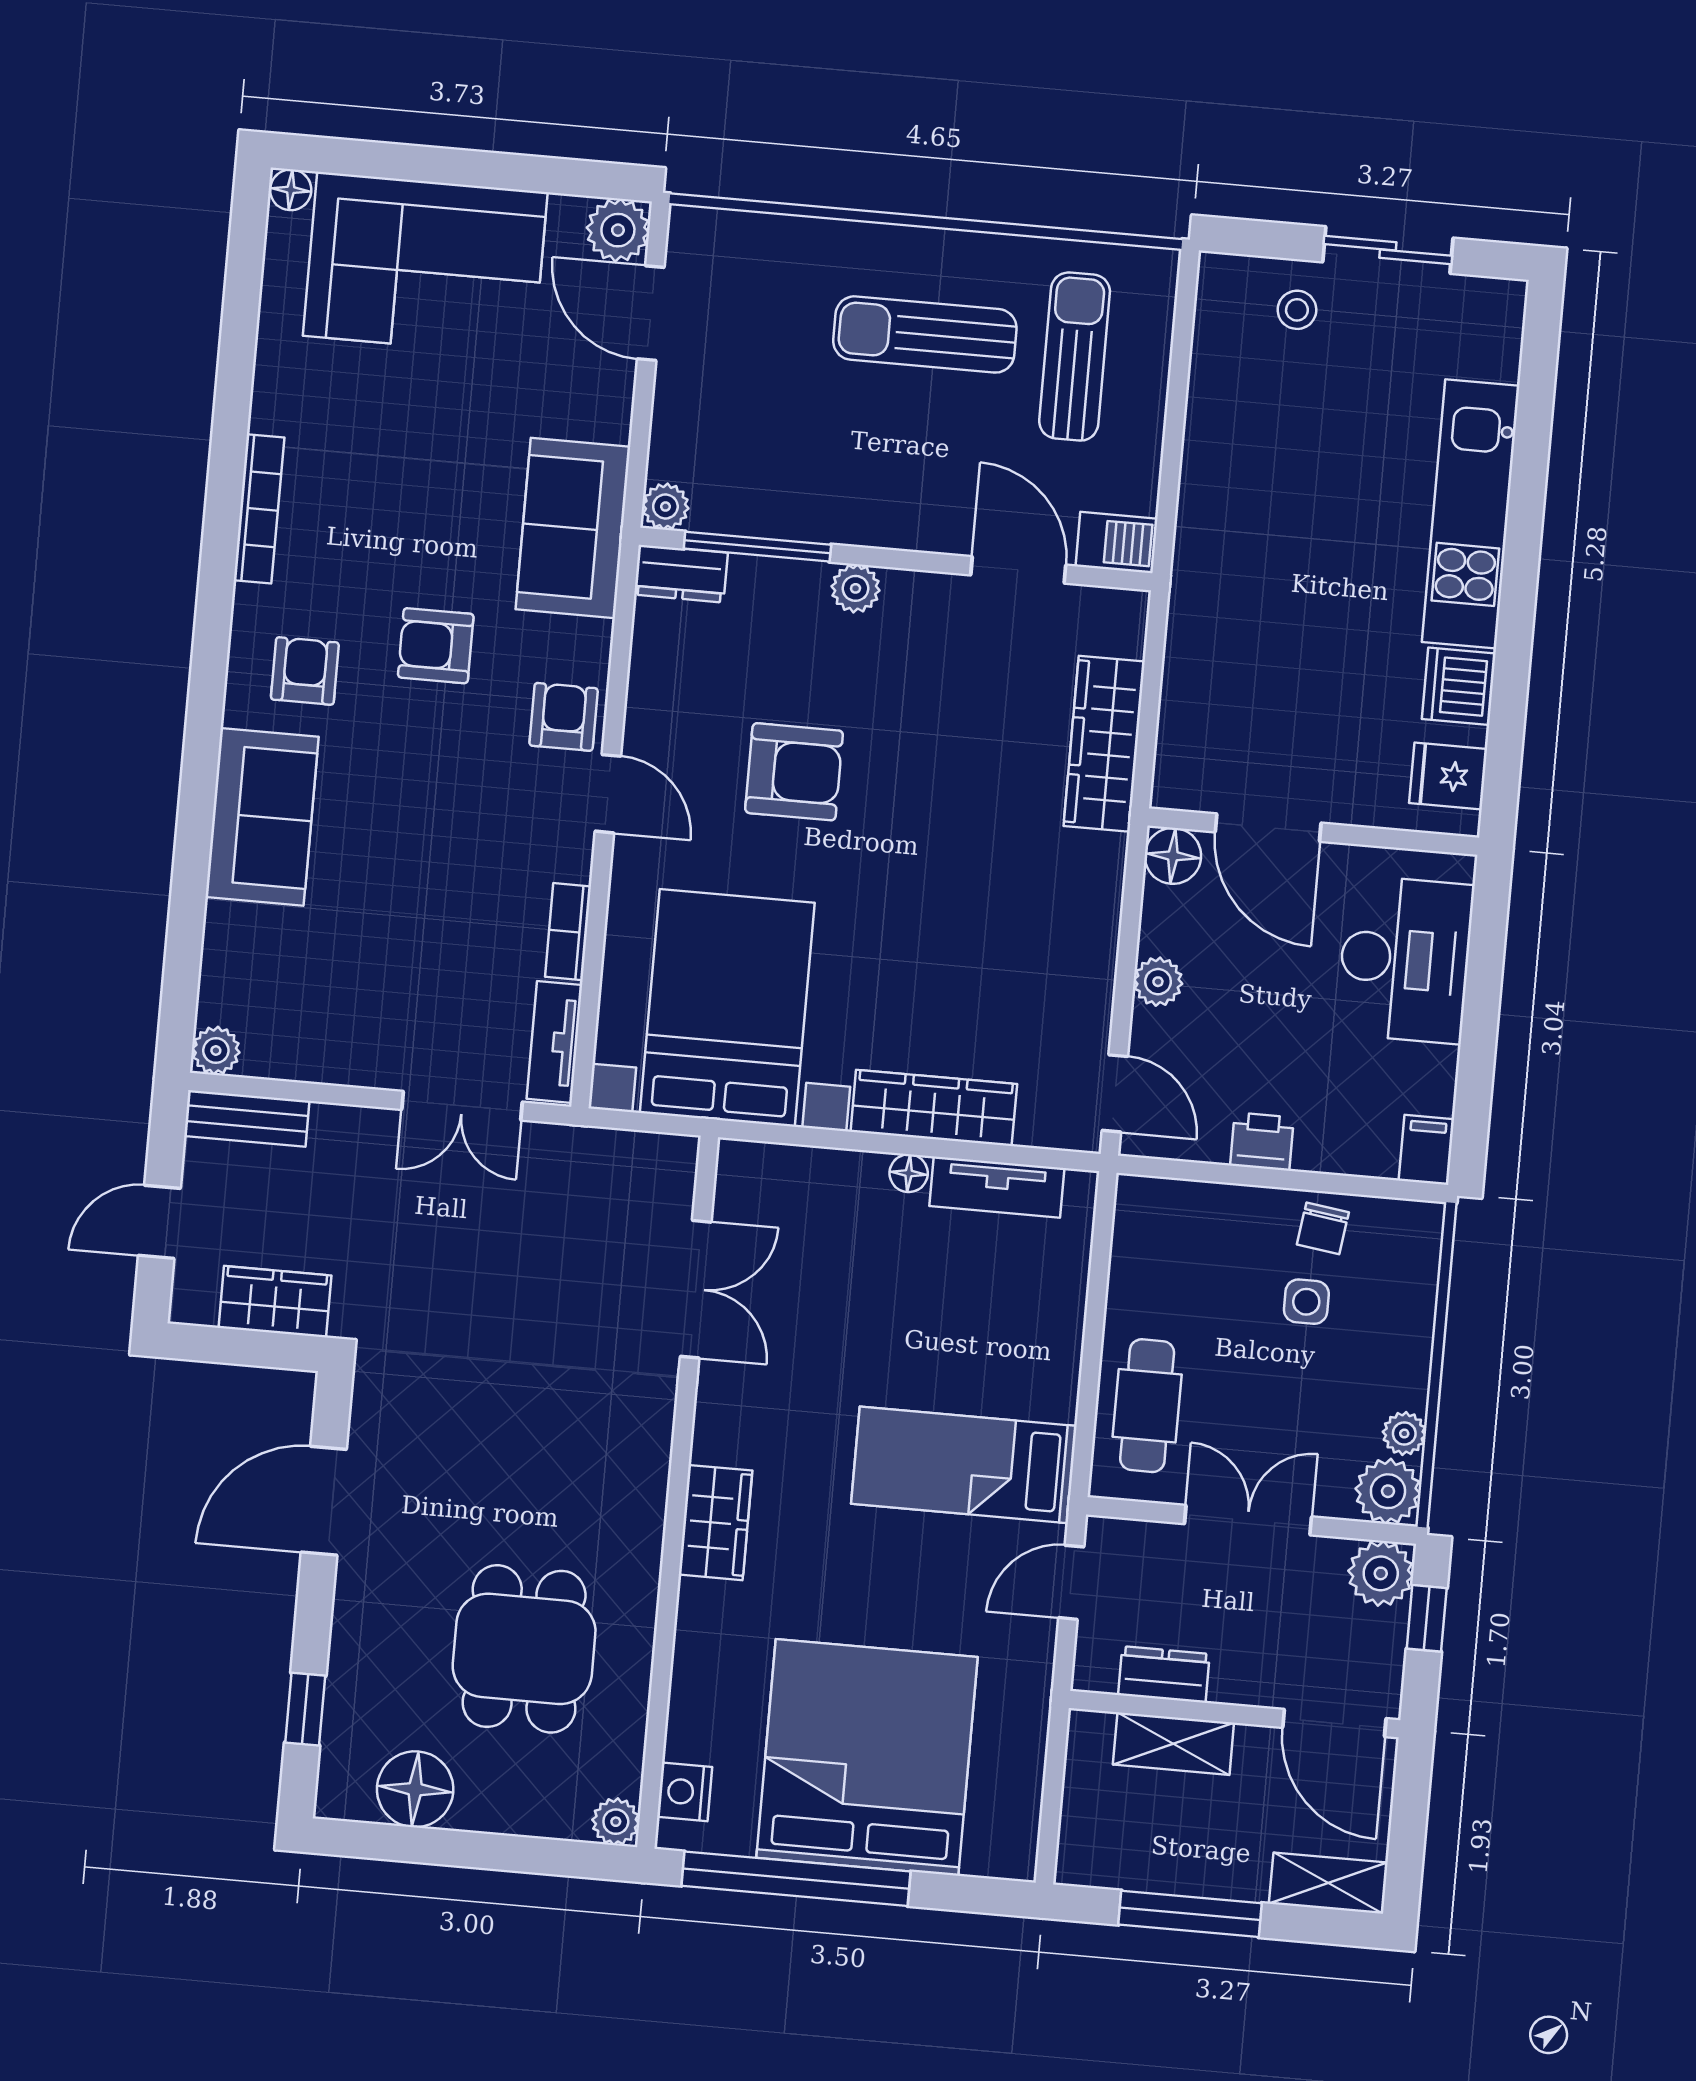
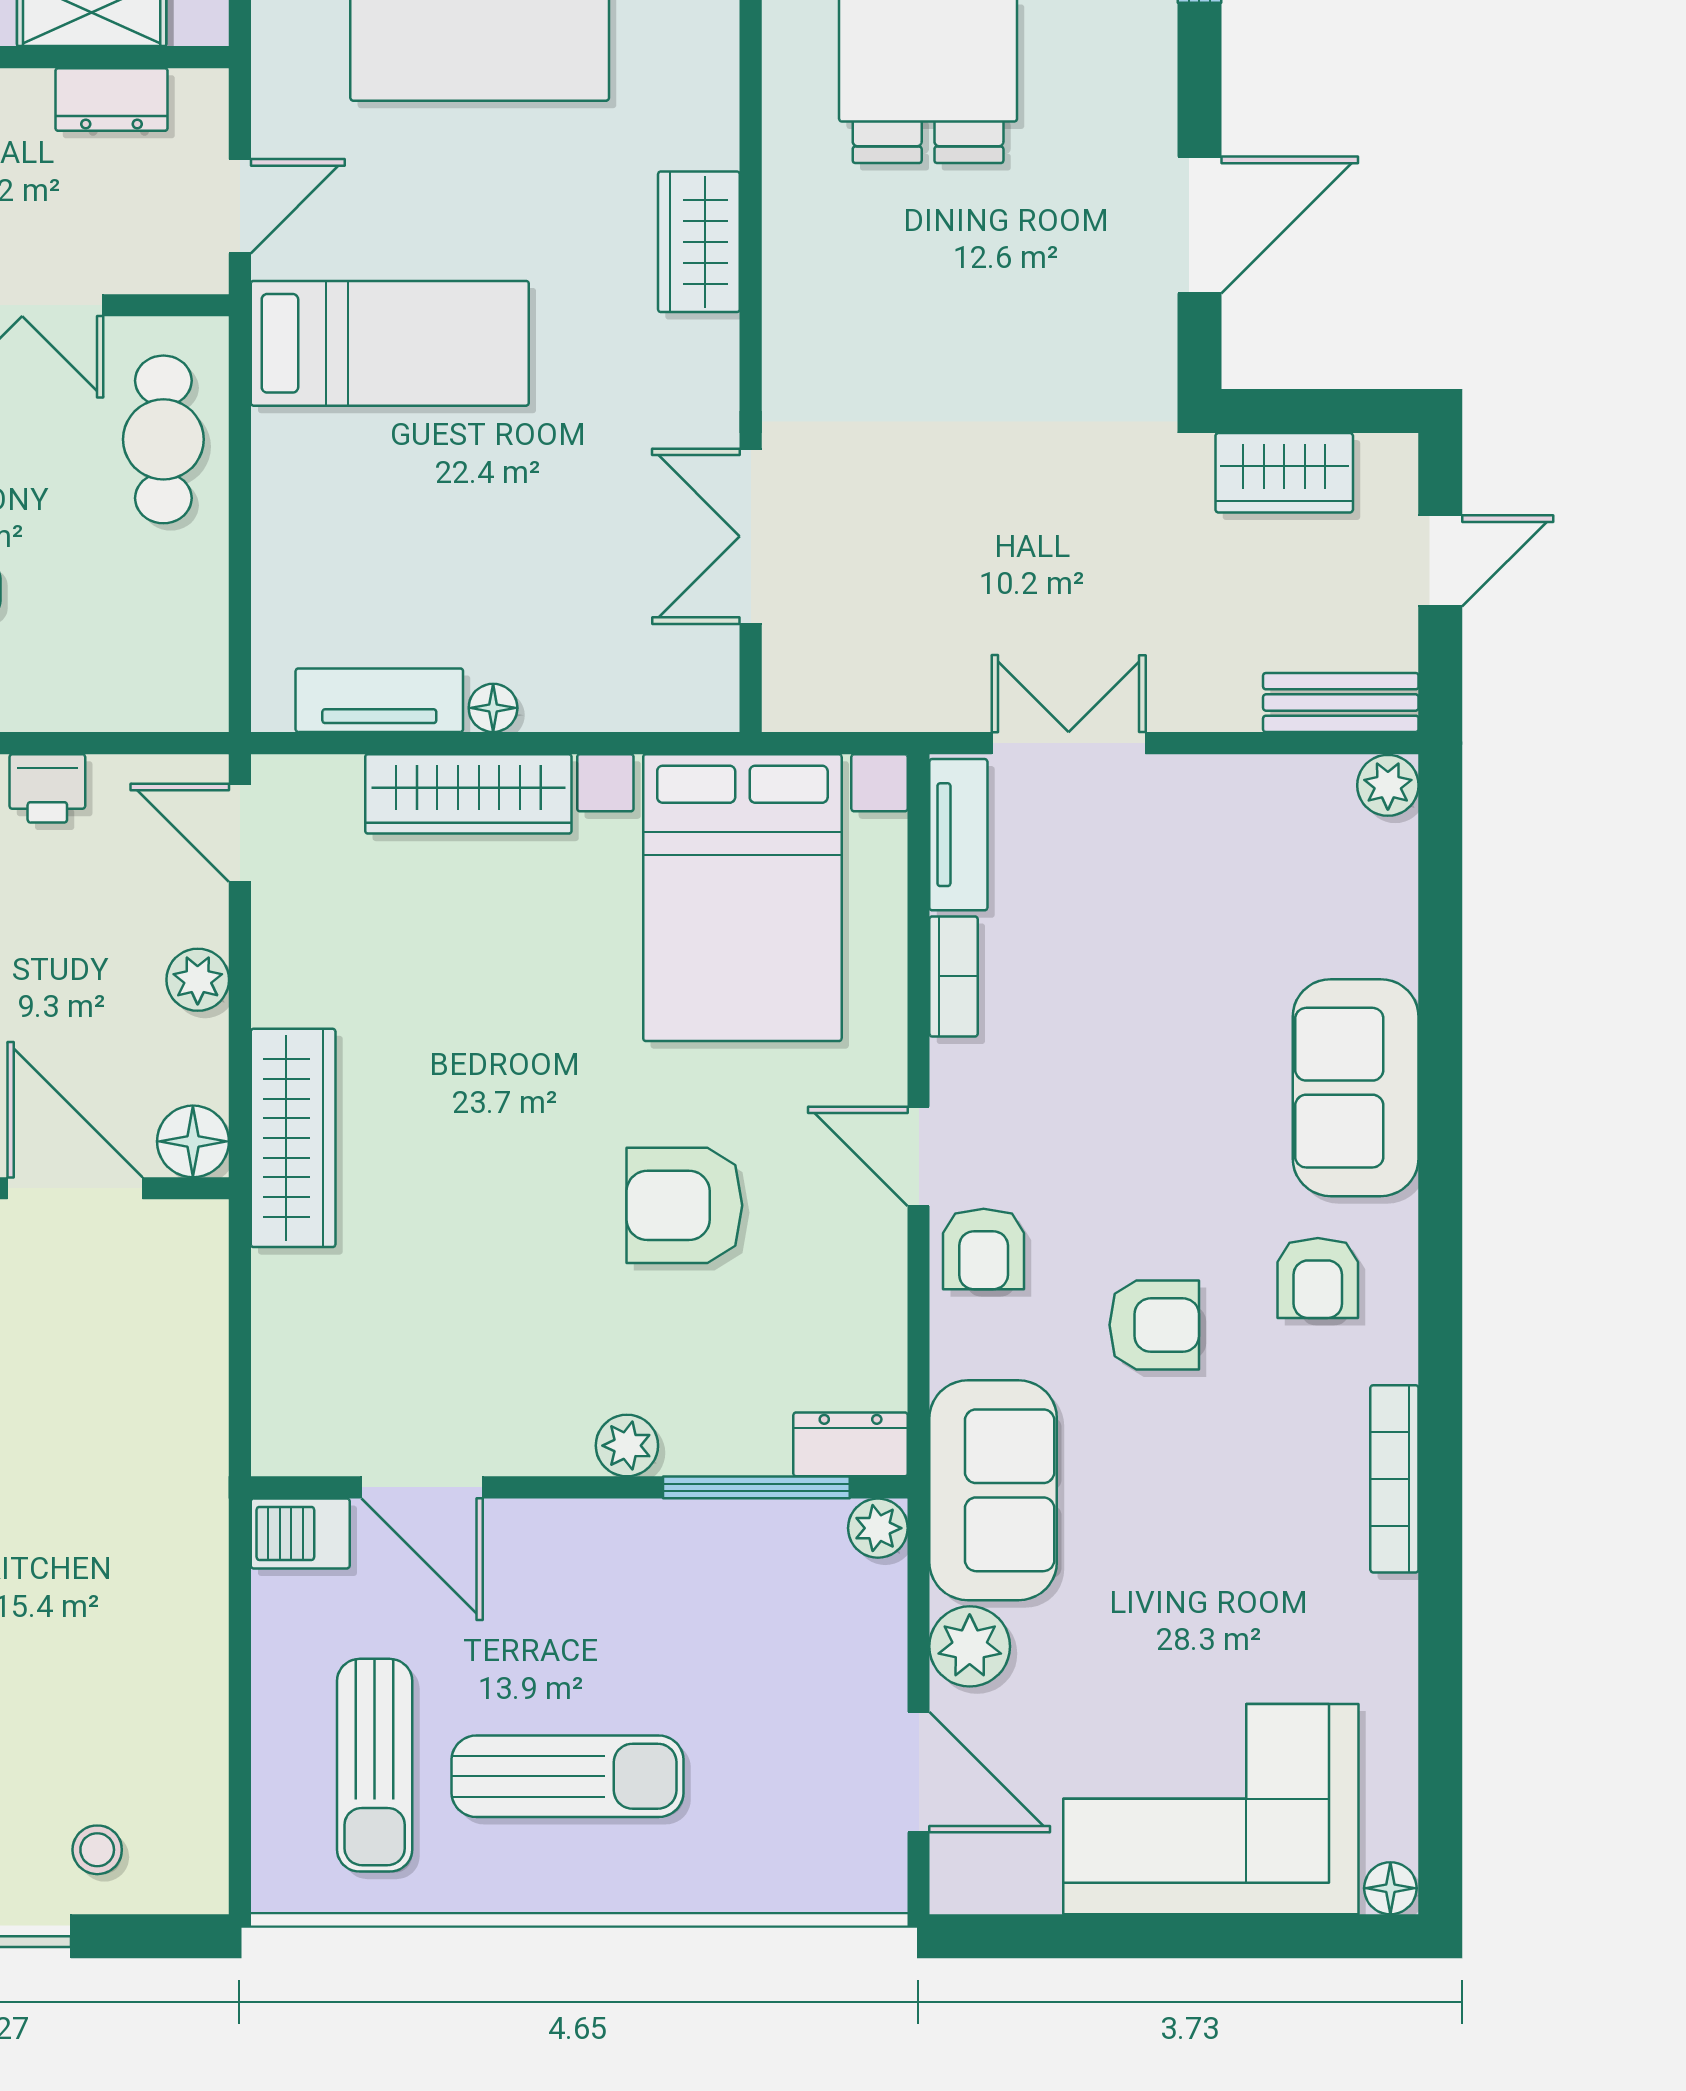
plant: (618, 230) -> (970, 1646), moved
wardrobe: (1104, 744) -> (293, 1138), moved

